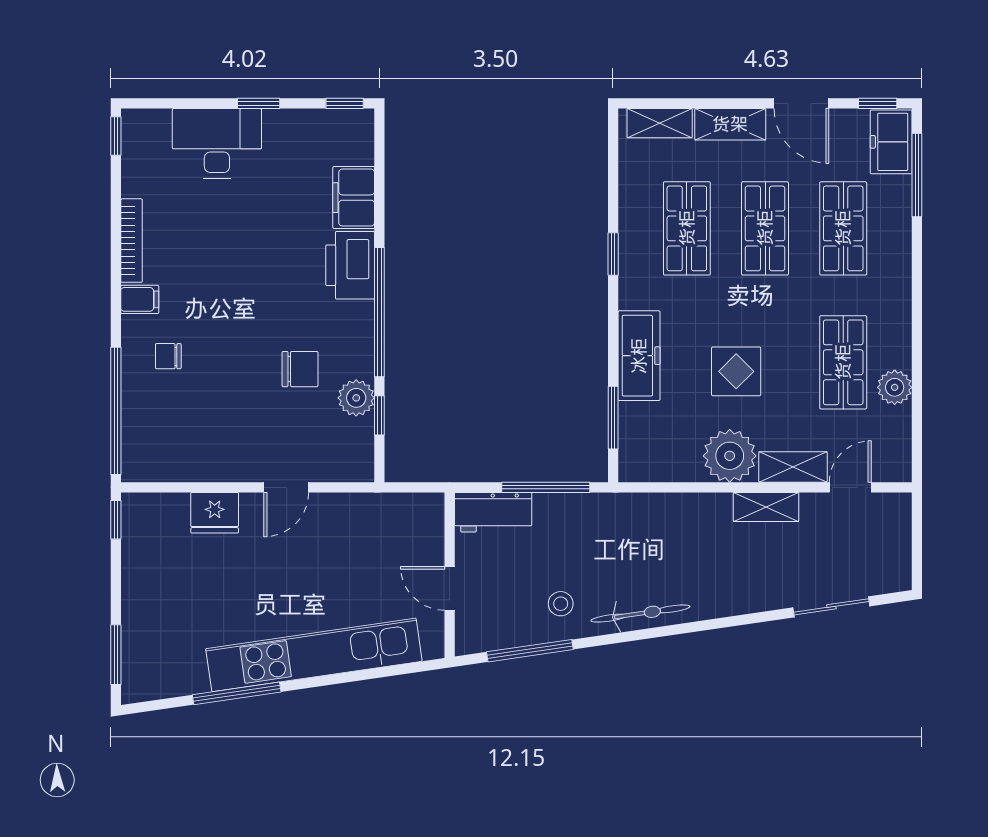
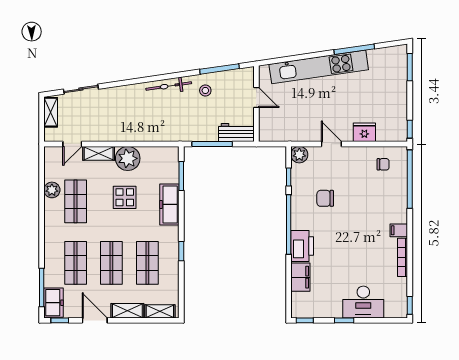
chair: (168, 356) -> (383, 164), moved
plant: (356, 398) -> (299, 155), moved
door: (286, 487) -> (331, 144), hinge flipped
shelving: (766, 507) -> (51, 112), moved, turned 90

